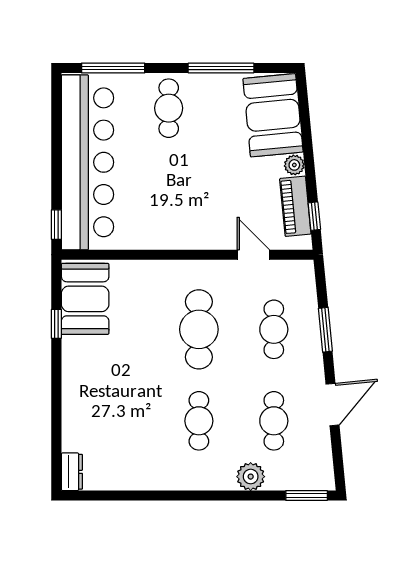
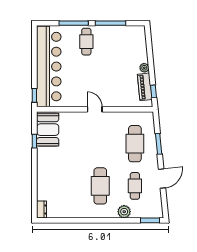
window: (113, 68) -> (74, 23), moved
booth: (273, 115) -> (134, 45), removed
door: (253, 255) -> (95, 109), moved
cafe table: (199, 329) -> (100, 144), removed
cafe table: (274, 329) -> (135, 144), width x1.37, depth x1.35
cafe table: (199, 421) -> (100, 186), width x1.37, depth x1.35

